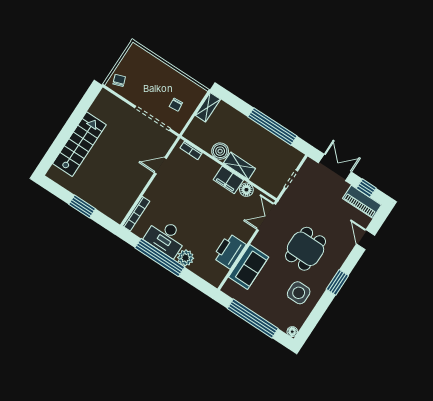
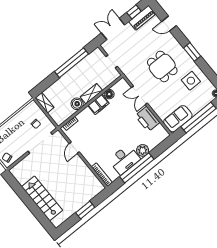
double door: (266, 217) -> (139, 95), moved
sofa: (249, 267) -> (178, 119), moved, turned -90

